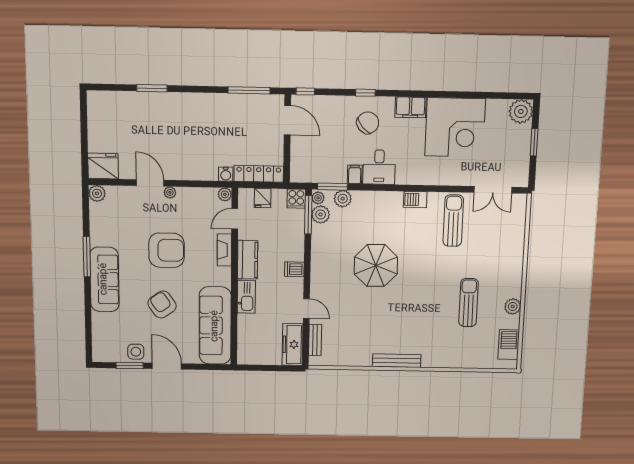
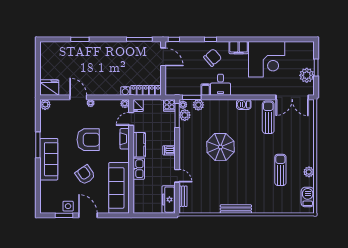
plant: (521, 111) -> (307, 75), moved
double door: (493, 190) -> (292, 97), width x1.37
fridge: (263, 198) -> (138, 105), moved

